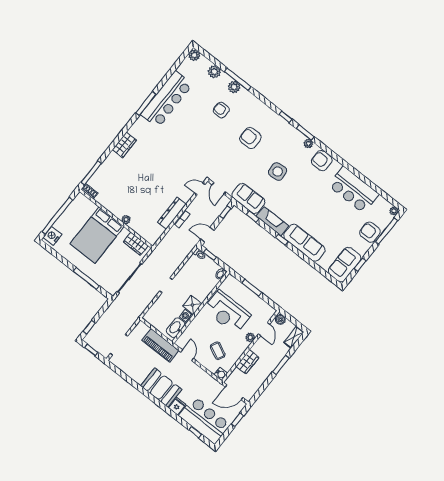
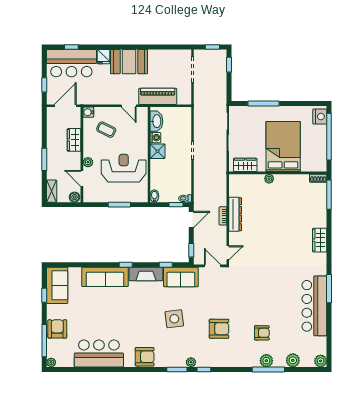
plant: (308, 144) -> (191, 362), moved
armchair: (370, 232) -> (57, 329), turned -90

